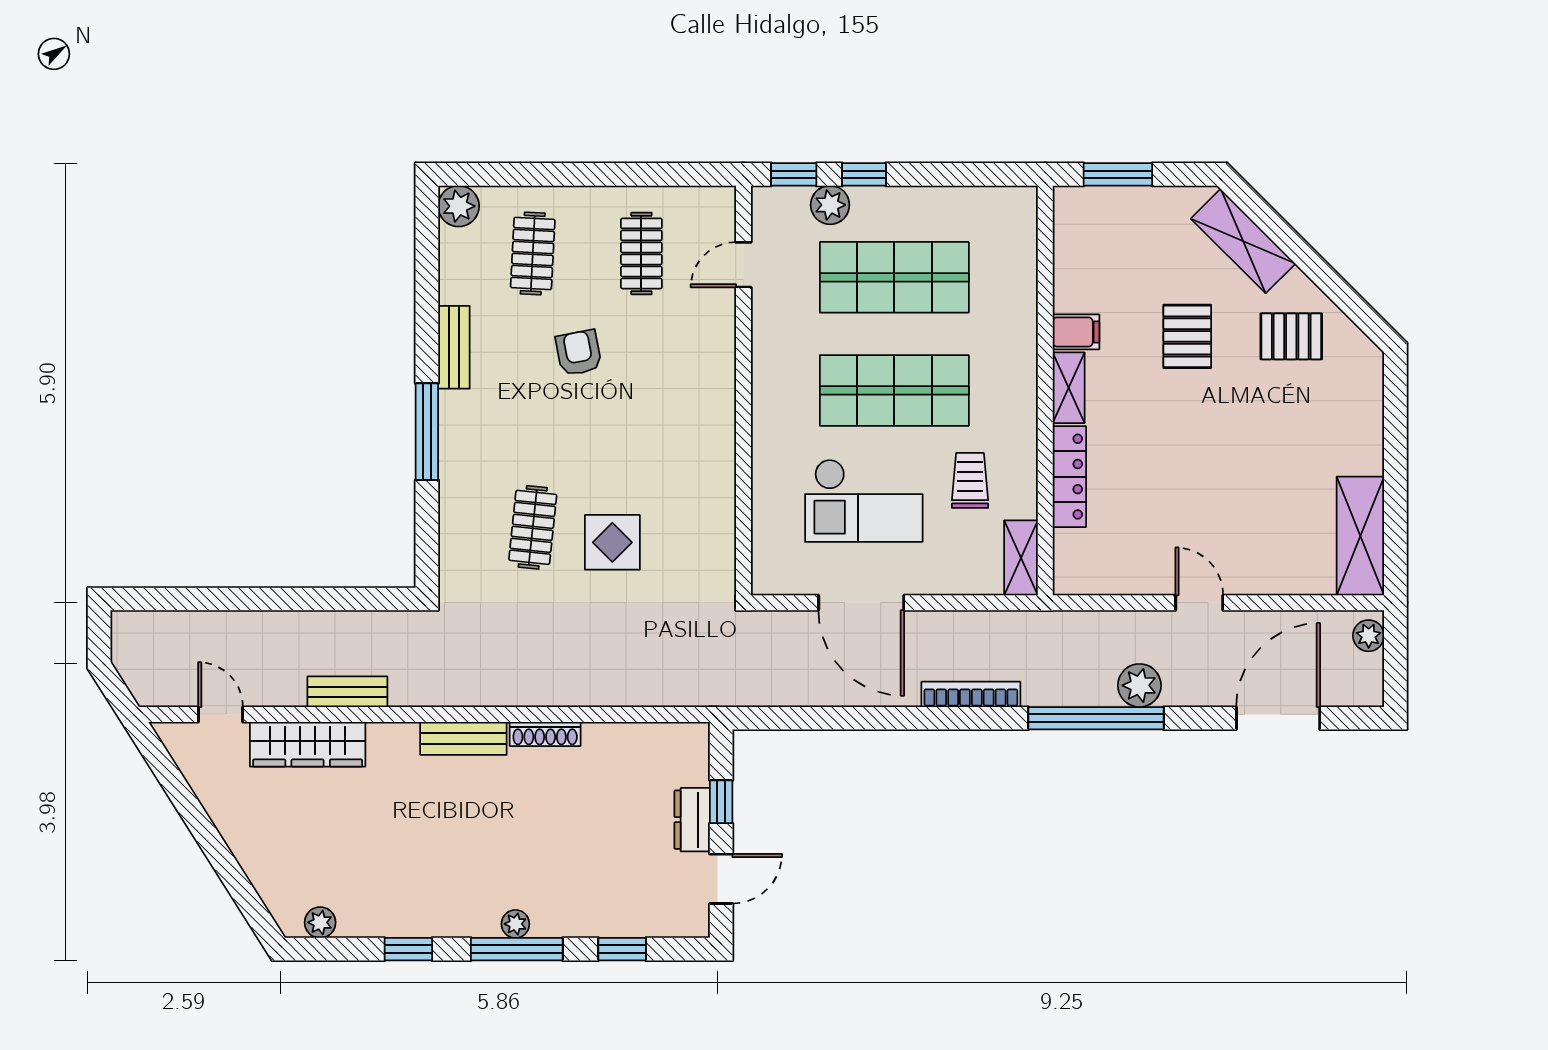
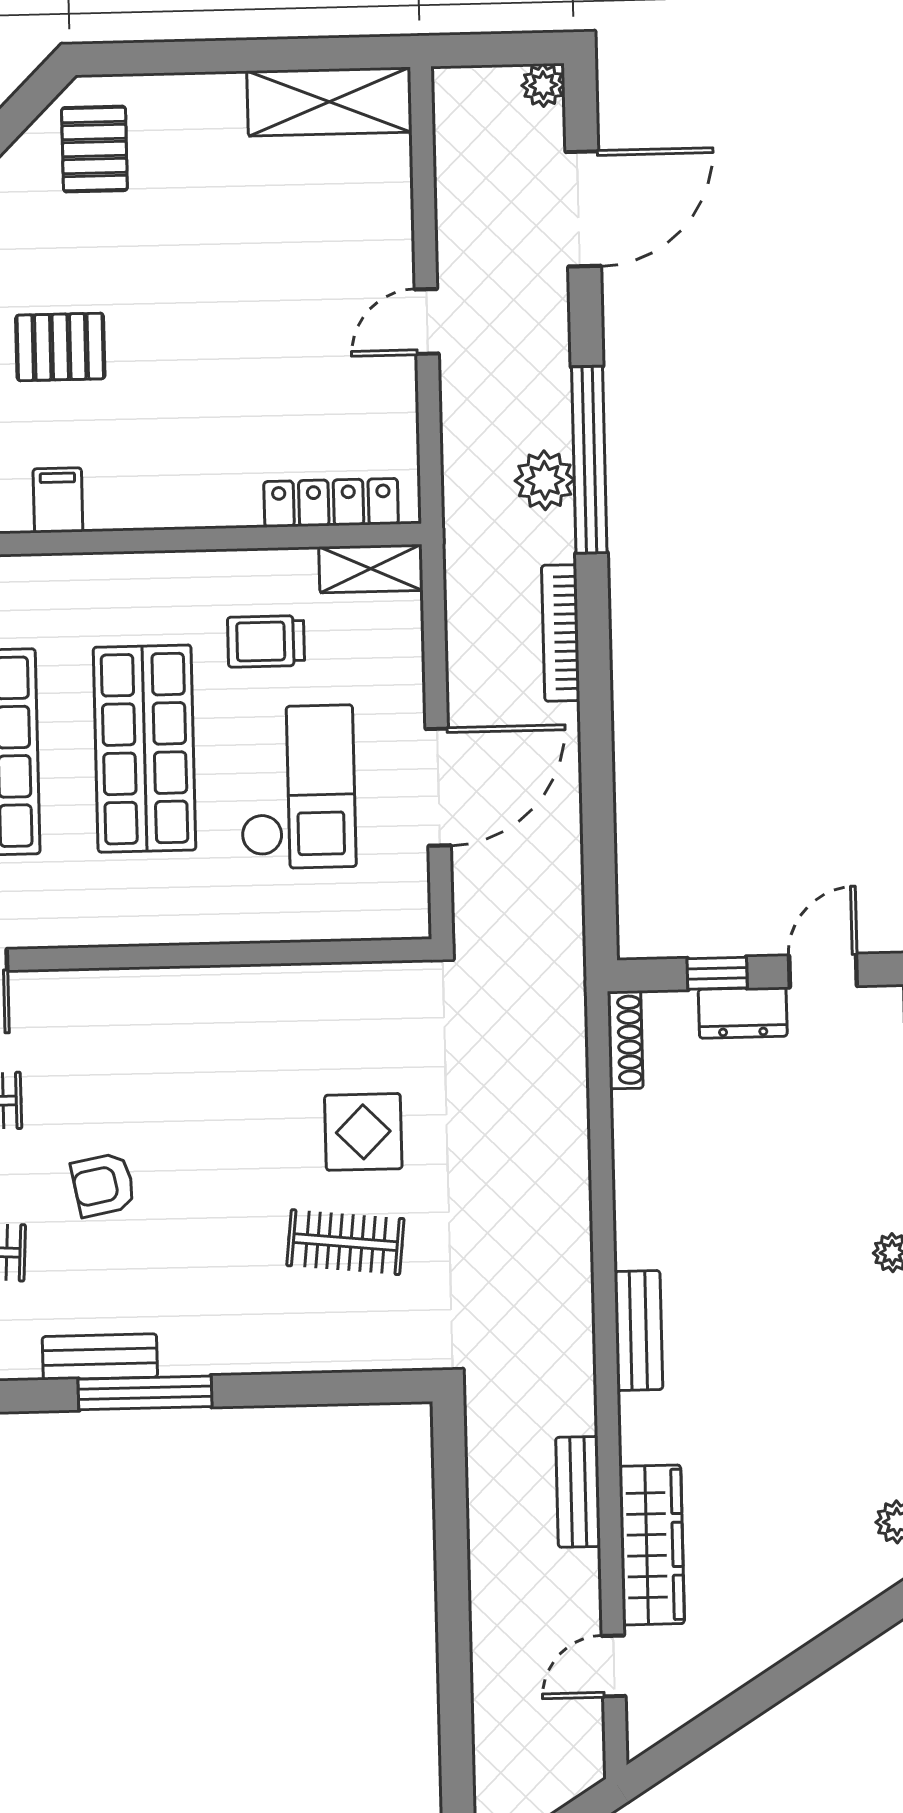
pallet: (1291, 336) -> (94, 149), moved
shelving: (1069, 388) -> (135, 509), removed
window: (427, 432) -> (145, 1393), moved
locker: (1069, 477) -> (331, 503), moved
plant: (1369, 636) -> (543, 85), moved
plant: (1139, 685) -> (545, 480), moved
door: (1278, 718) -> (583, 209), swing flipped
shoe rack: (545, 734) -> (625, 1040), moved
door: (721, 879) -> (823, 971), hinge flipped

